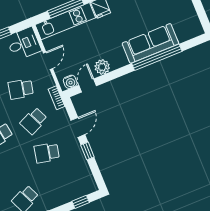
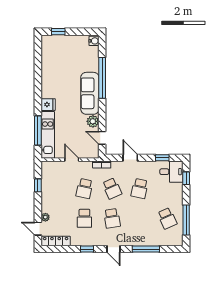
sofa: (150, 43) -> (90, 93), moved
desk: (24, 44) -> (171, 172), moved, turned 90
water cooler: (70, 82) -> (94, 41), moved
window: (87, 151) -> (162, 158), moved

